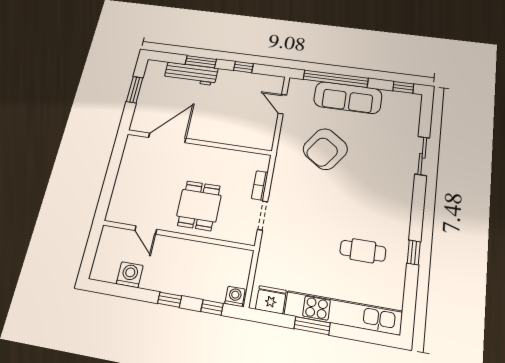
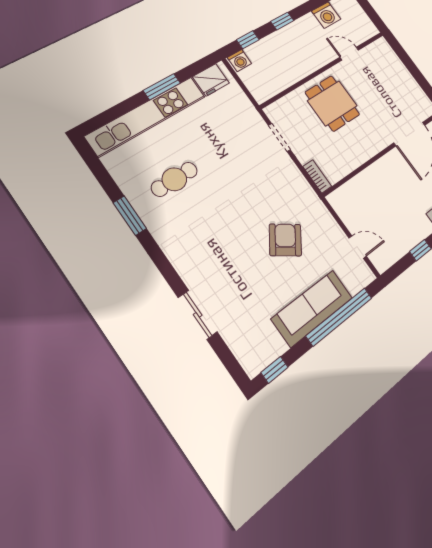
armchair: (325, 149) -> (285, 240), width x0.73, depth x0.73
bookcase: (260, 185) -> (317, 176), moved
window: (414, 252) -> (130, 216), width x1.50

